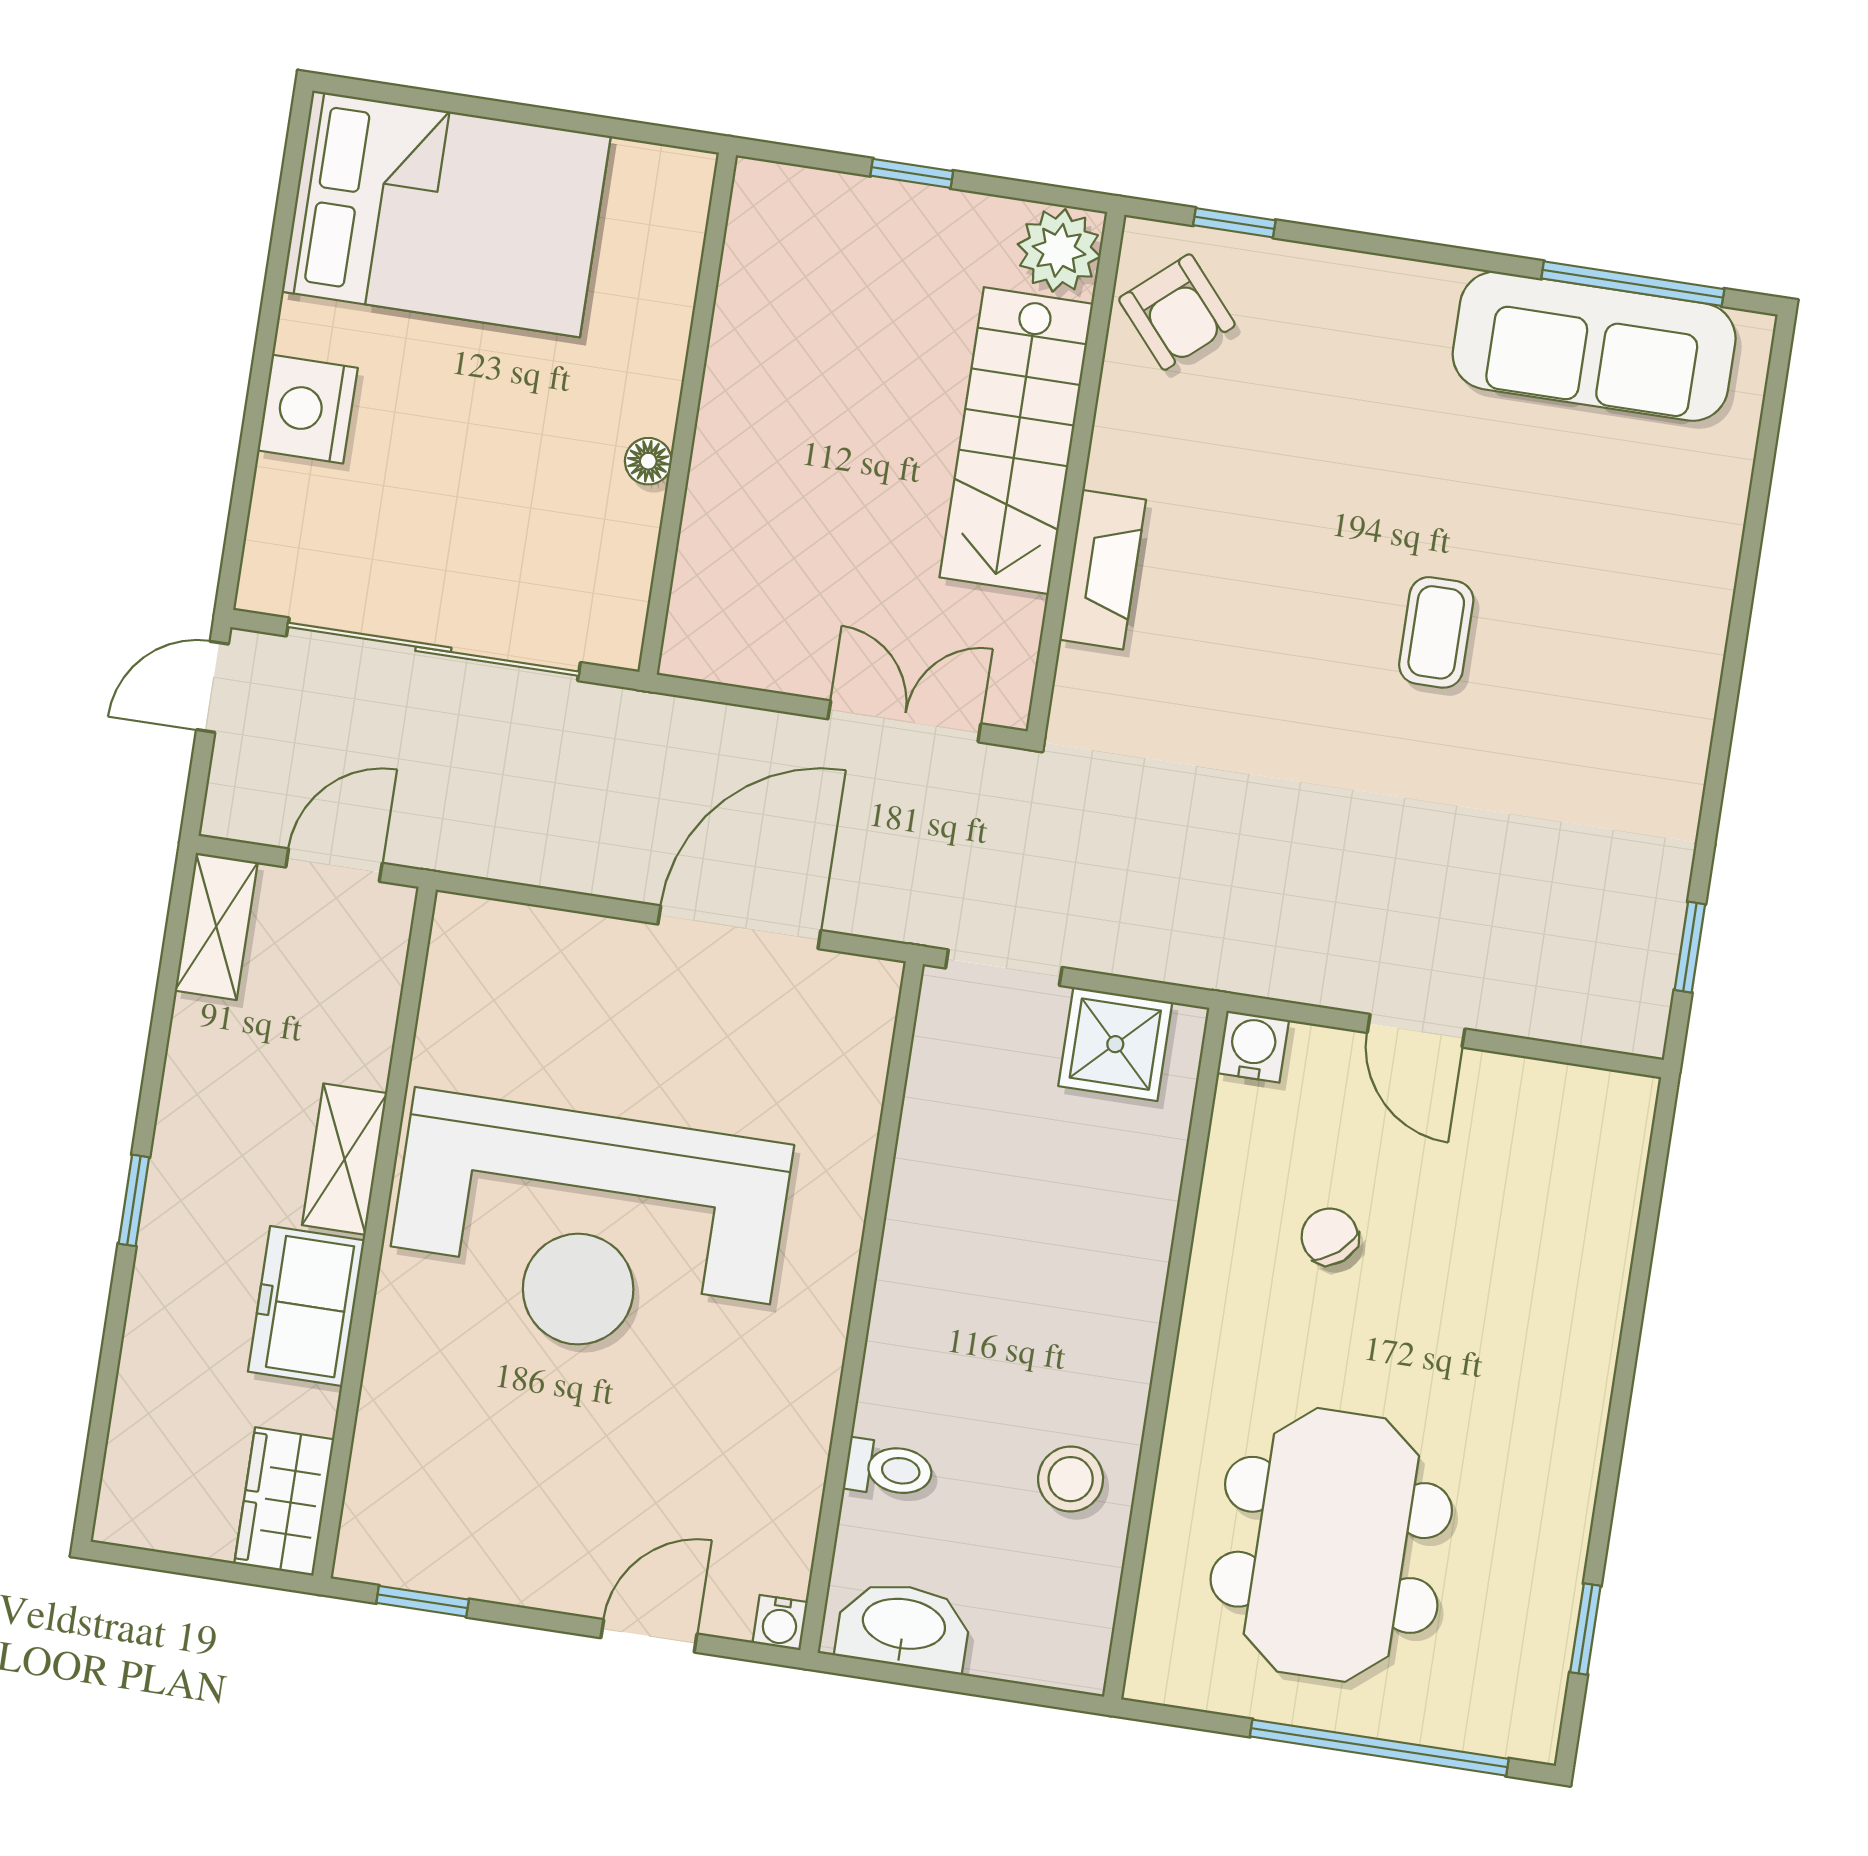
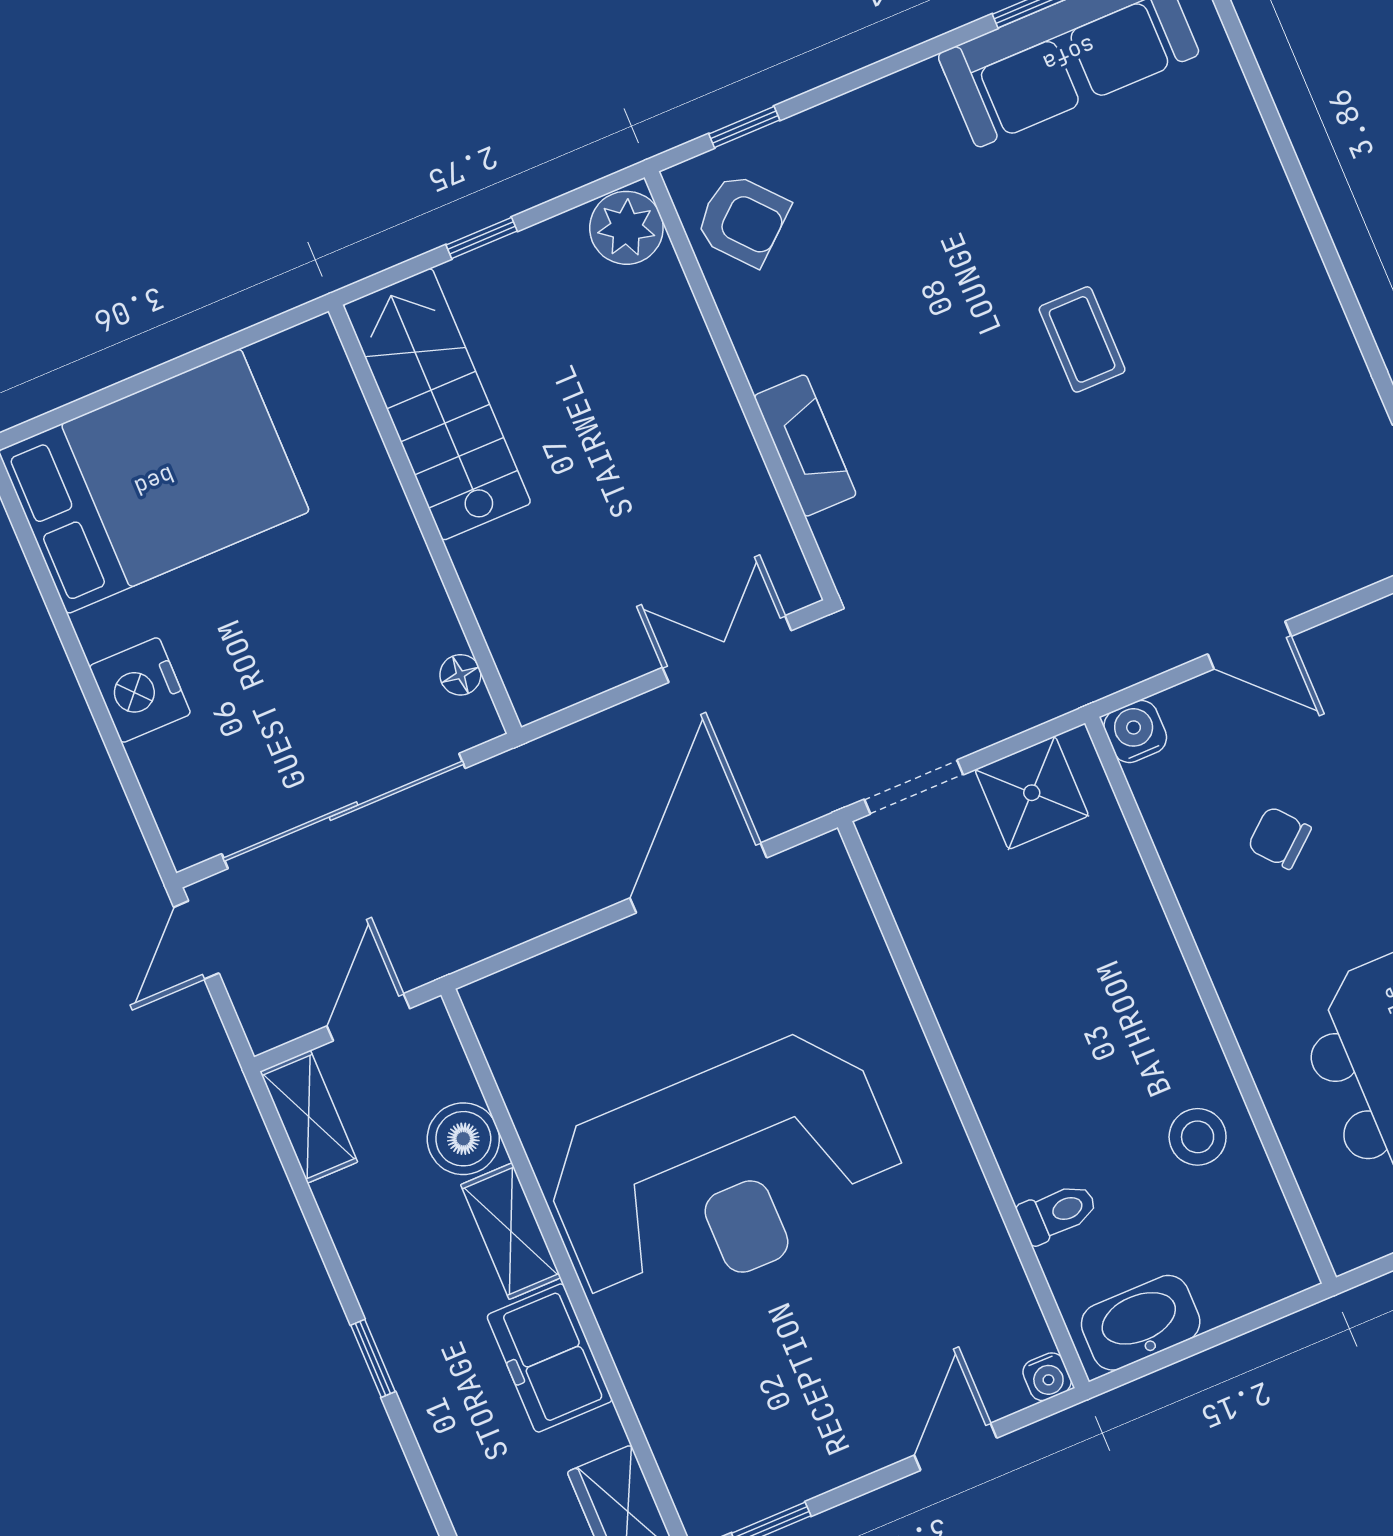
stairs: (1016, 441) -> (437, 404), moved, turned 180
floor lamp: (648, 461) -> (460, 675), moved
boiler: (354, 1041) -> (463, 1139), added

